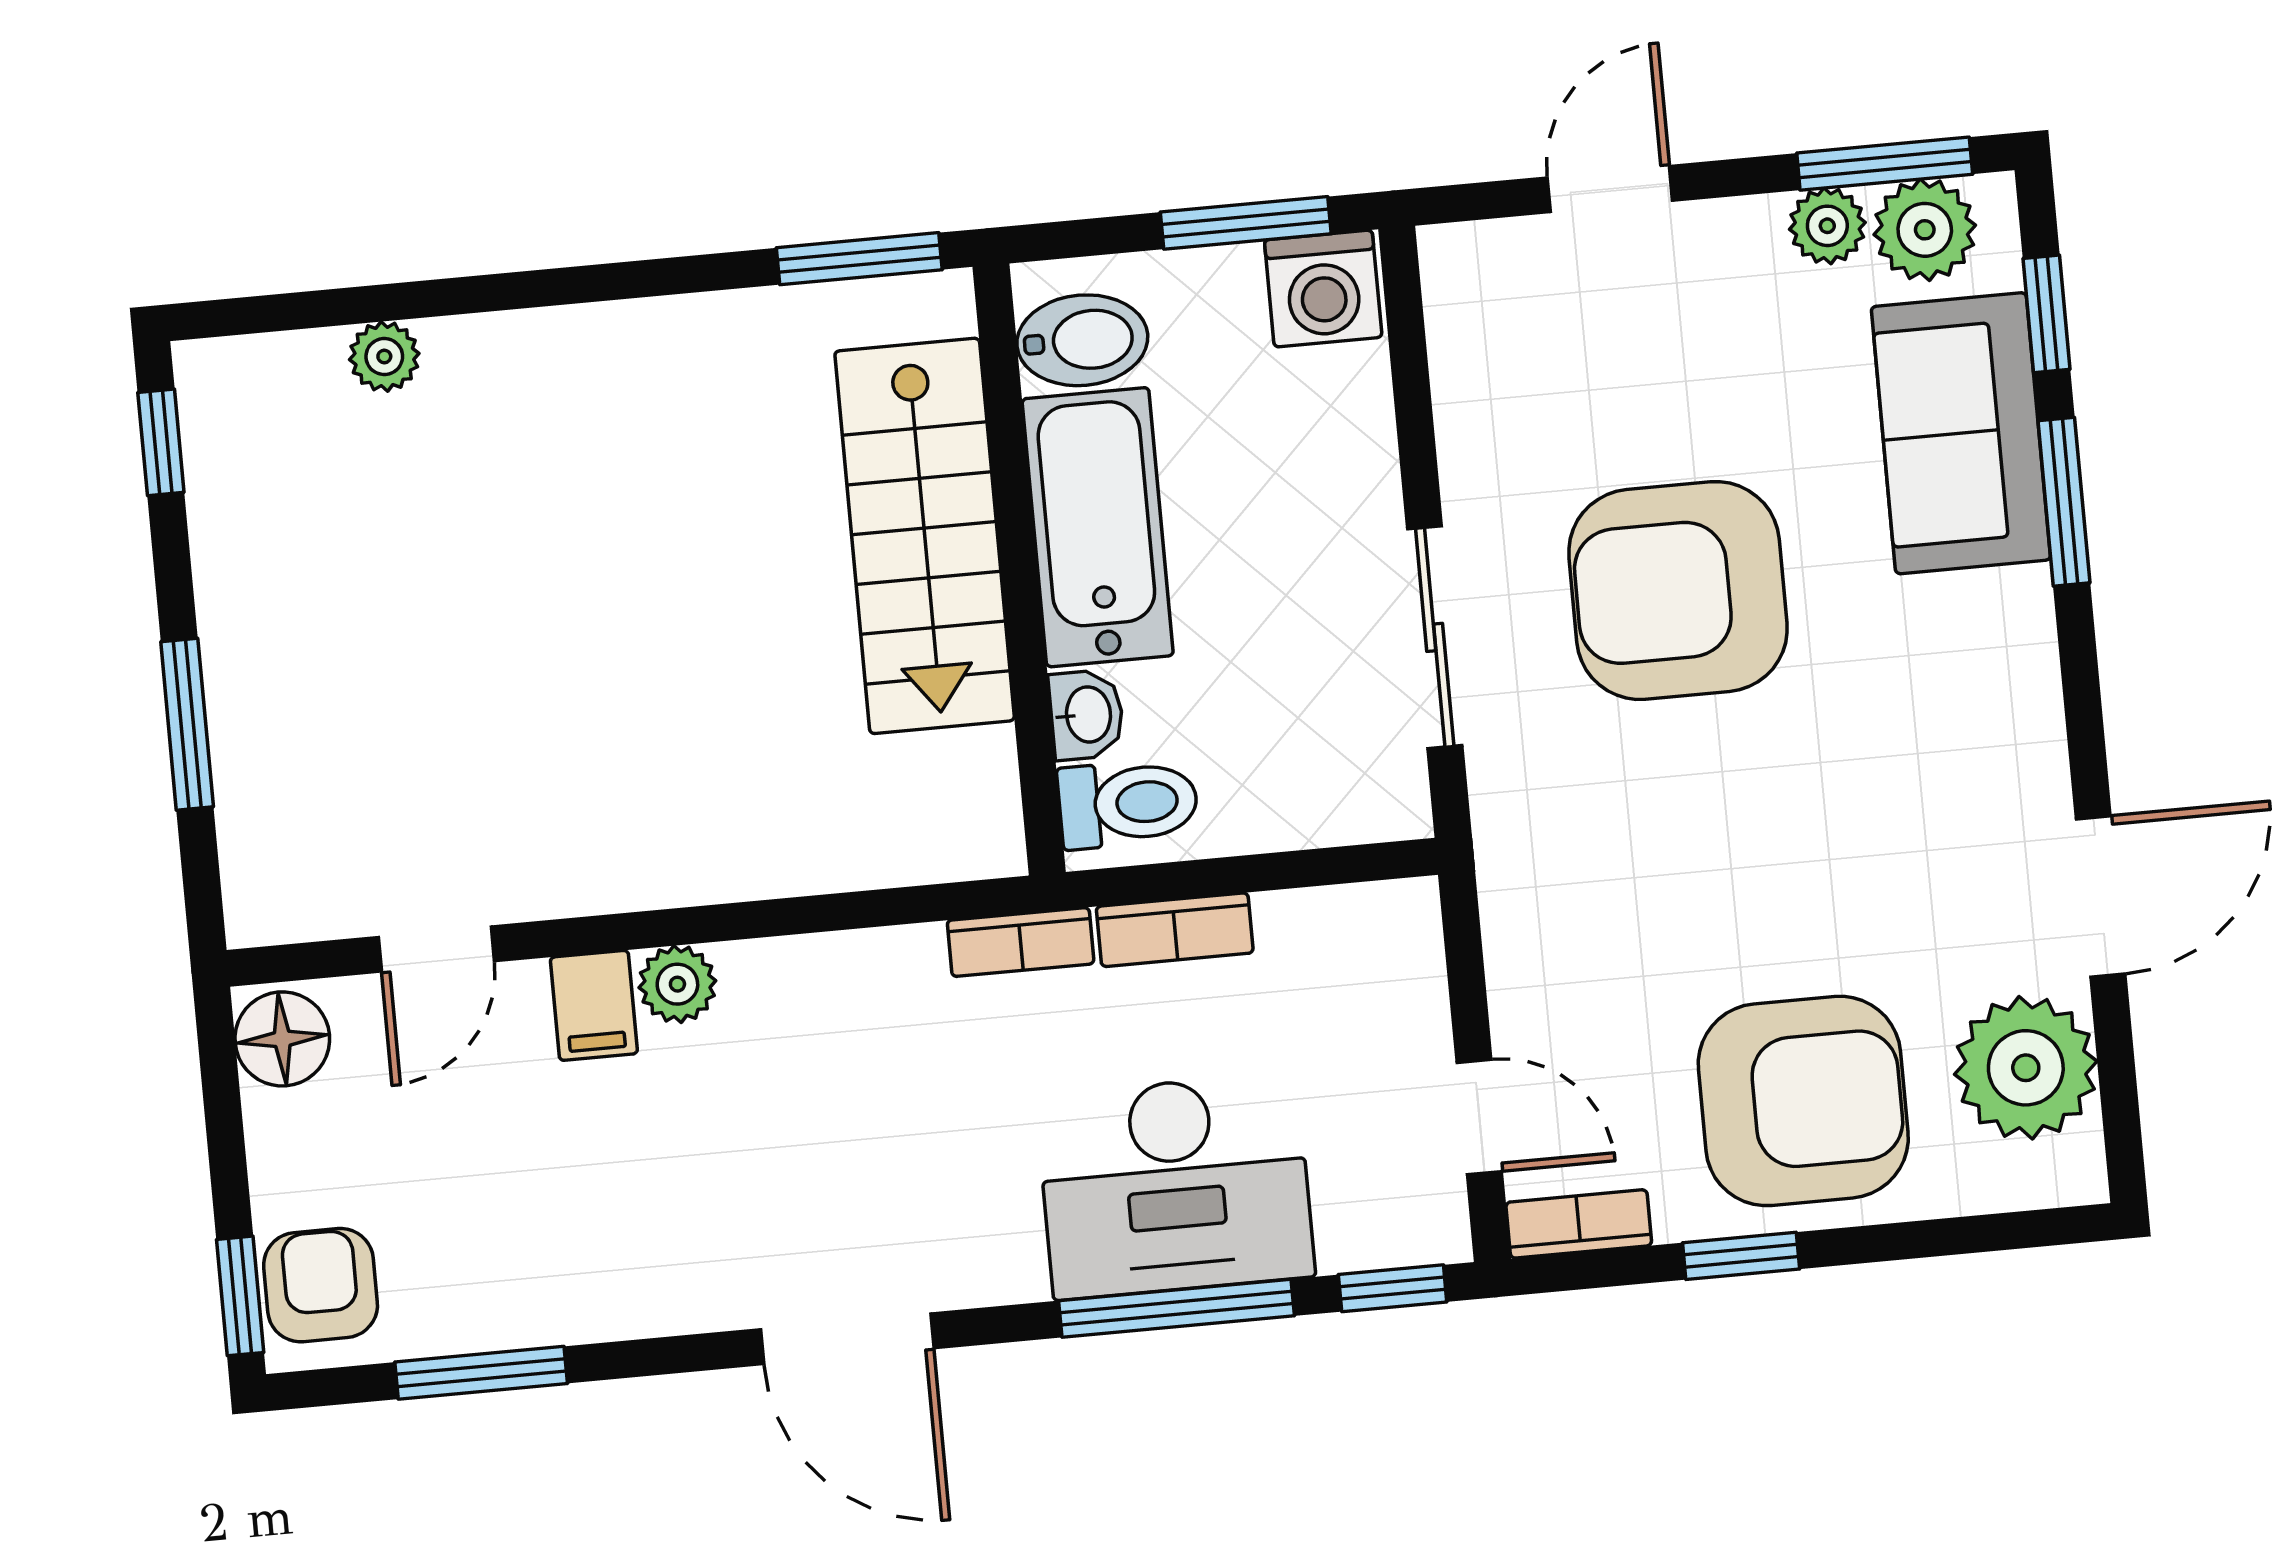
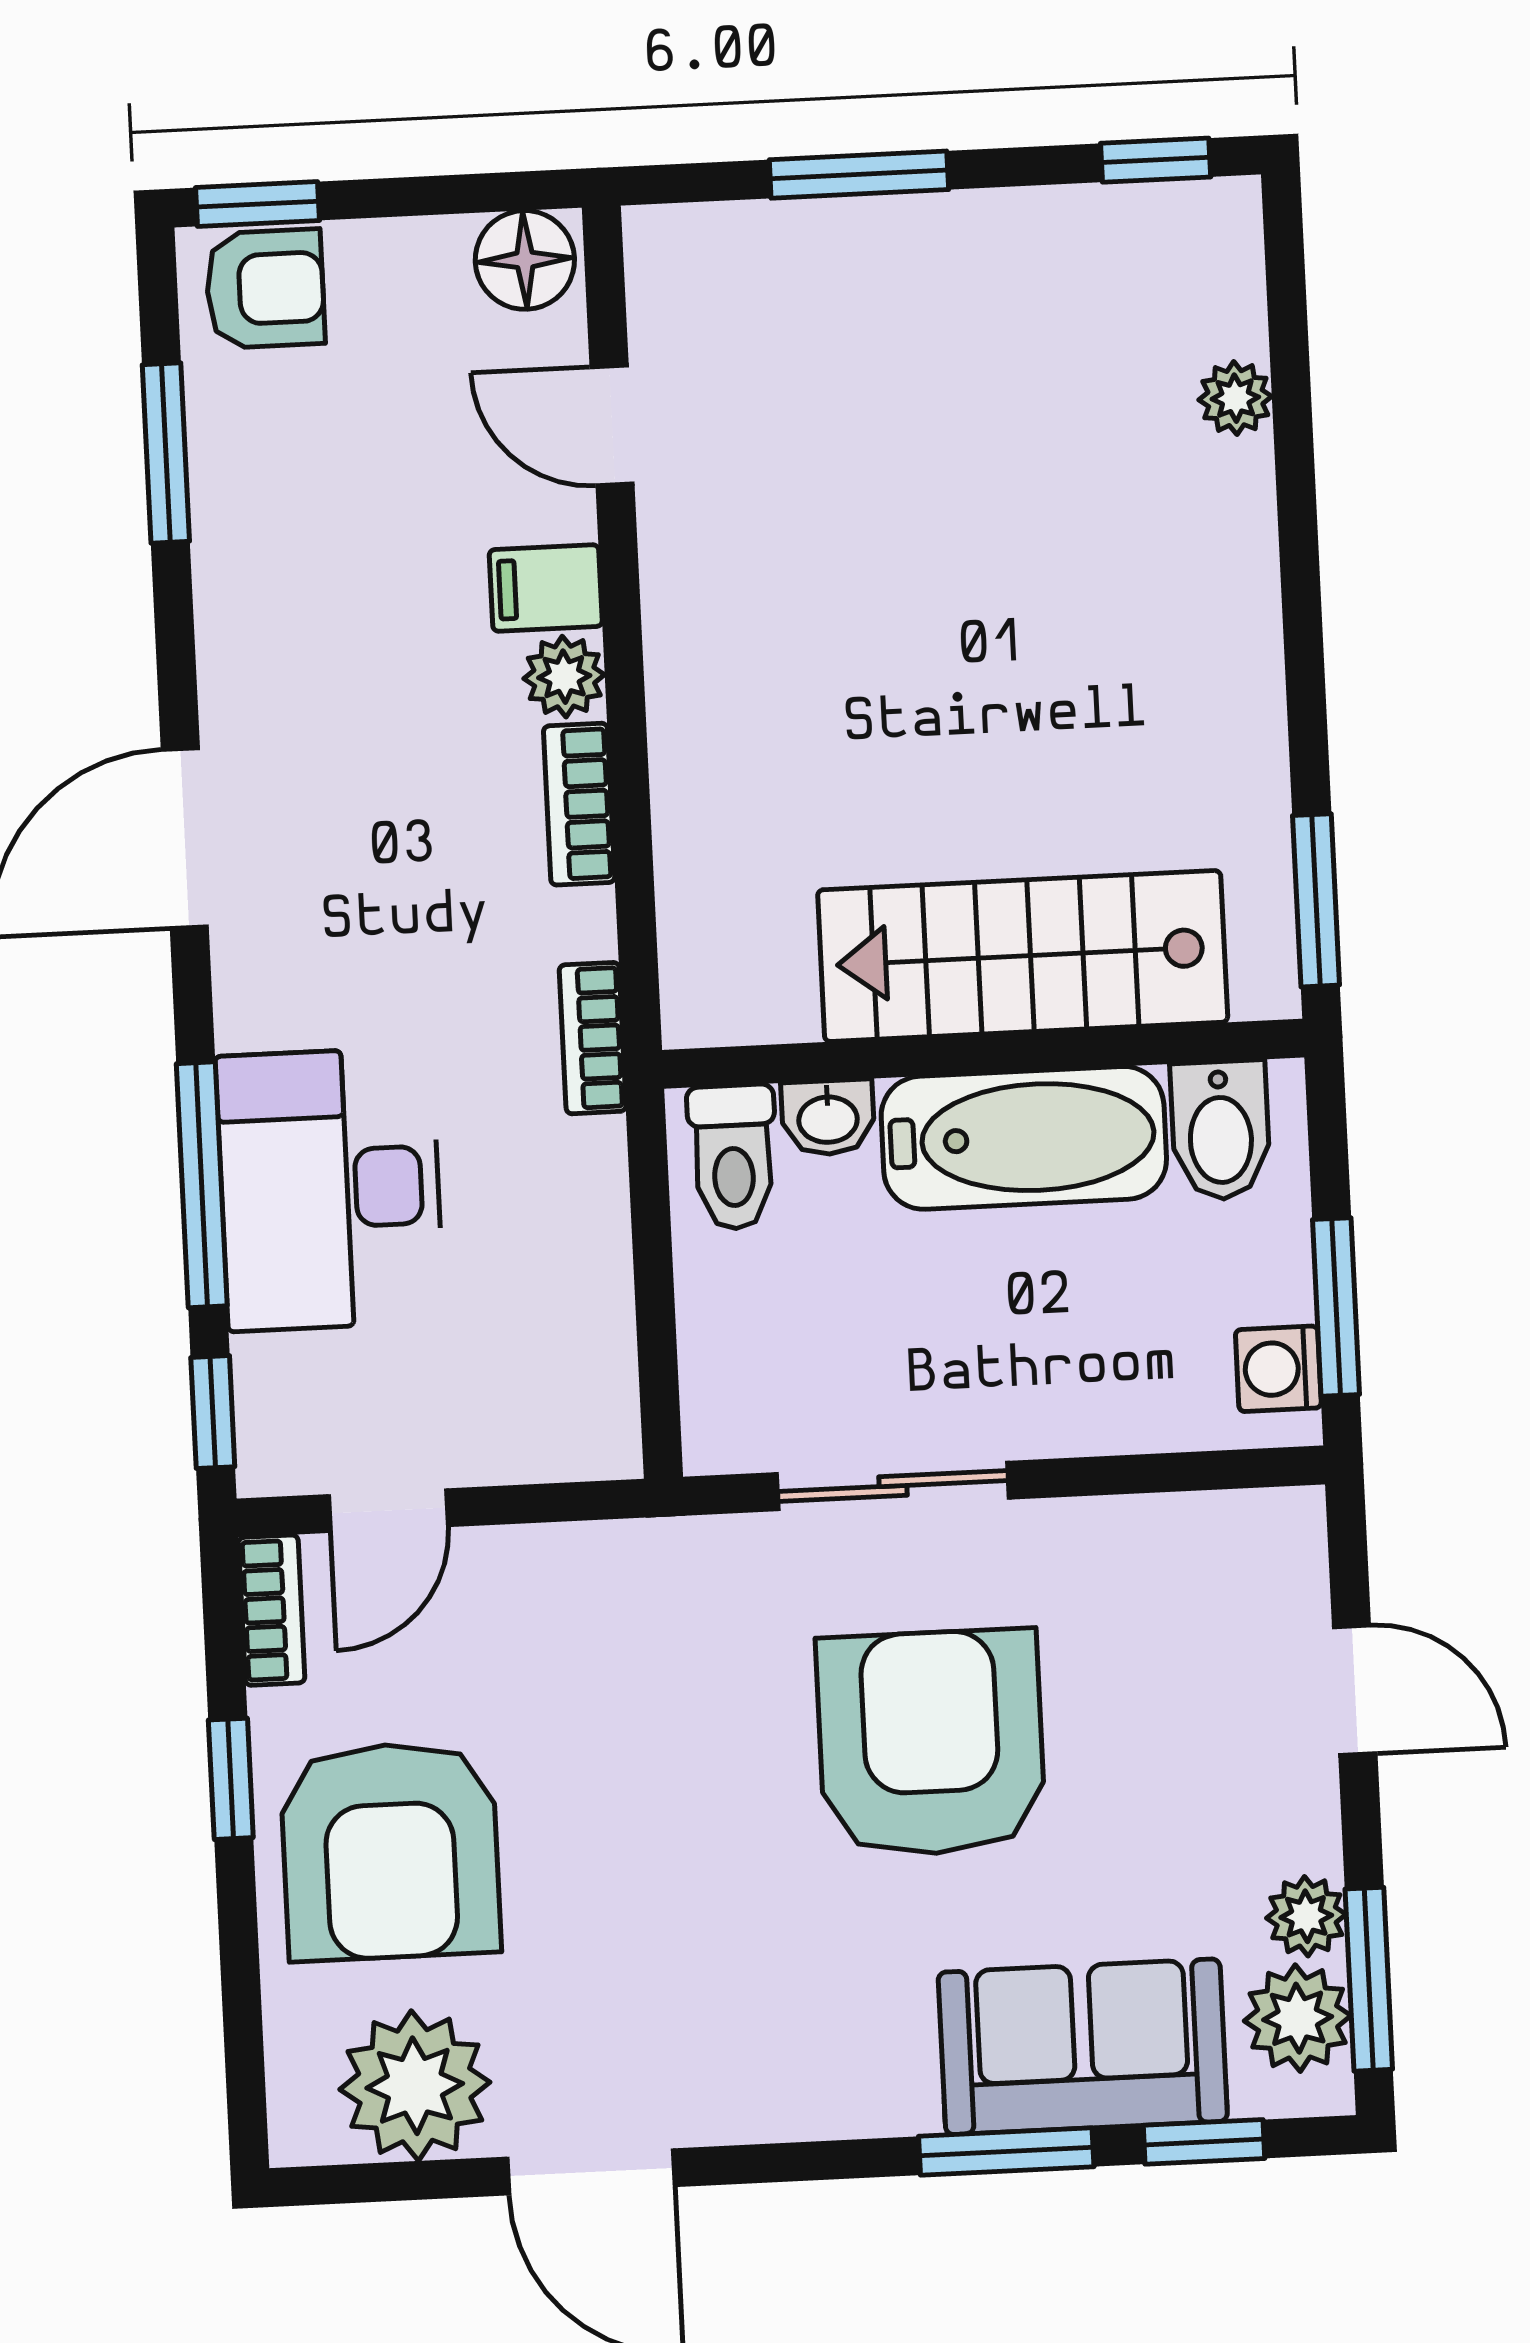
washing machine: (1323, 289) -> (1278, 1369), width x0.73, depth x0.73
bookcase: (1175, 930) -> (579, 804), moved

